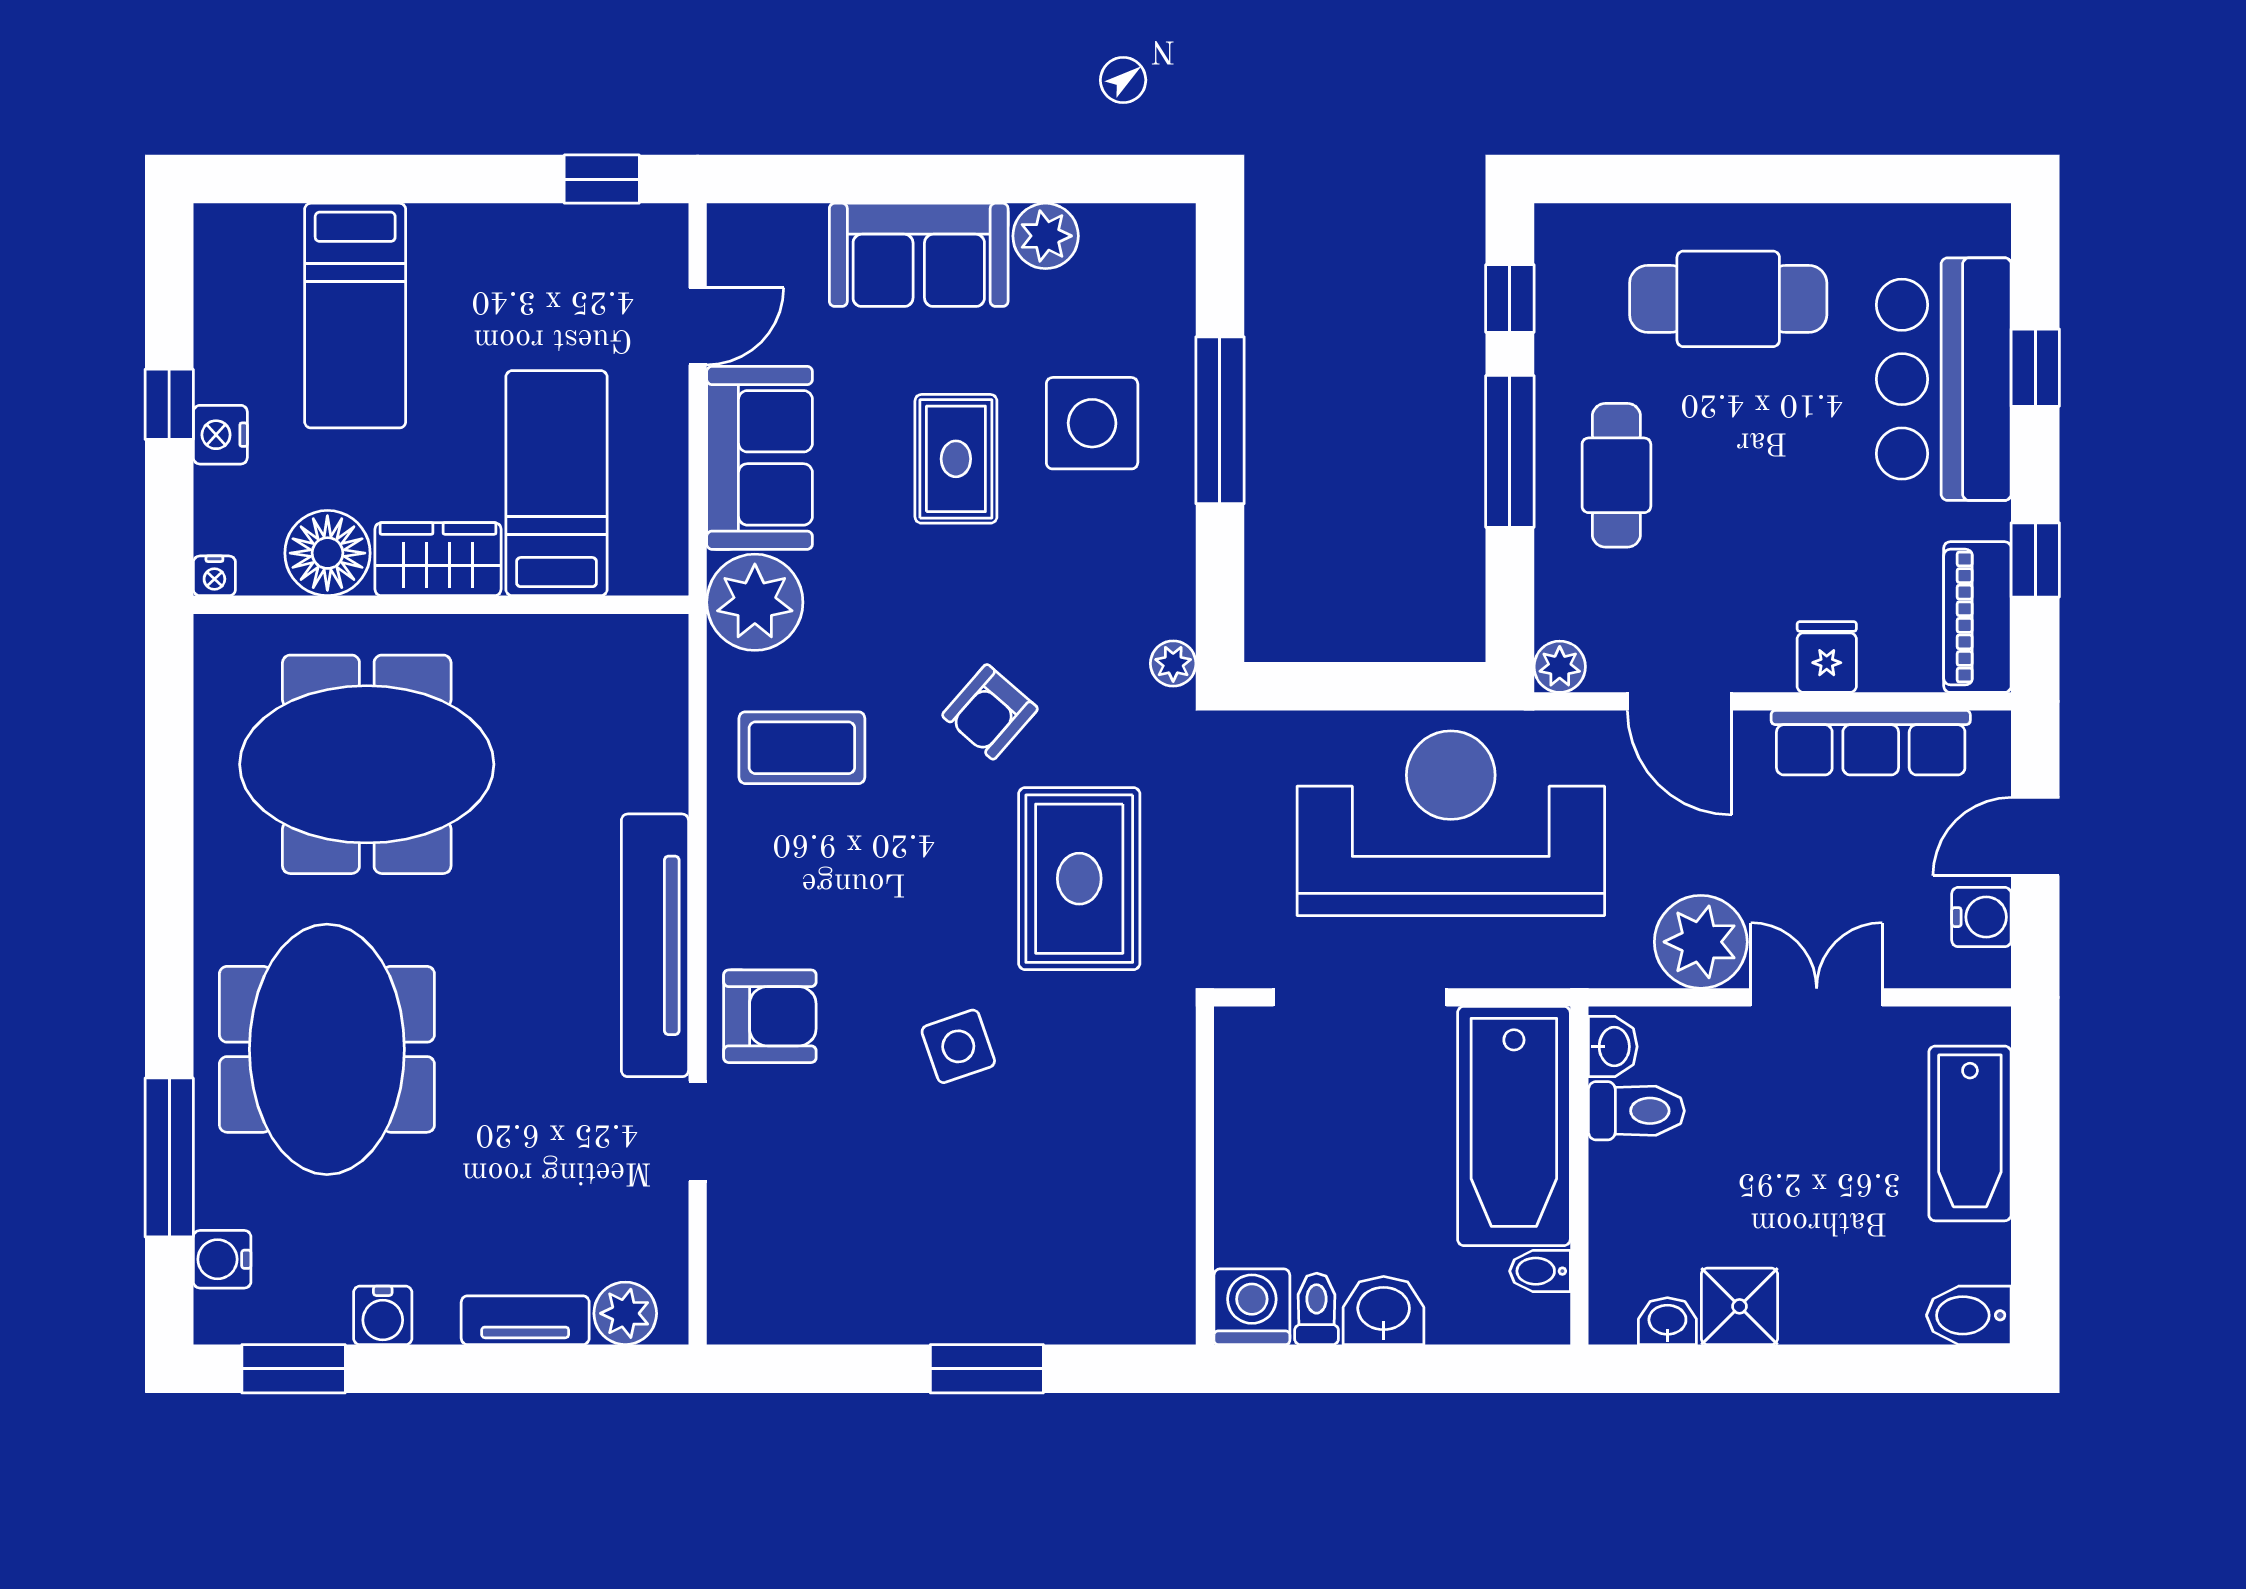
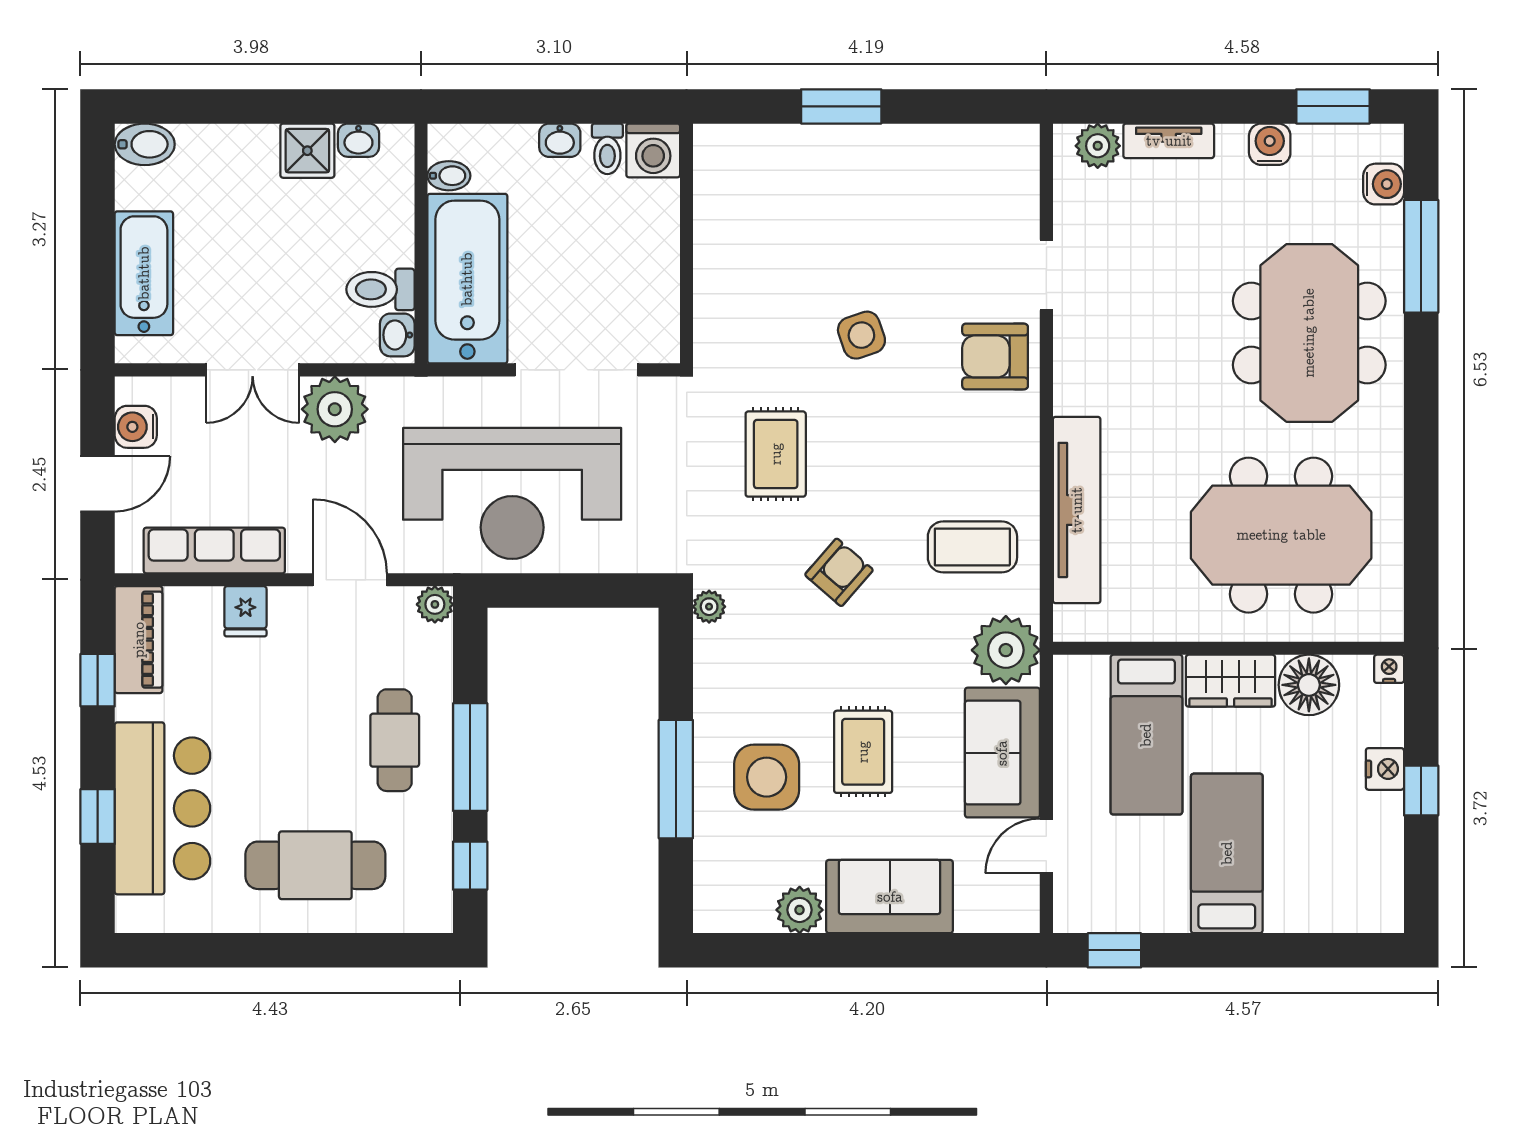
bed: (355, 316) -> (1227, 853), moved
rug: (1079, 879) -> (776, 454), width x0.73, depth x0.70
tv unit: (655, 945) -> (1077, 510), moved
washbasin: (1384, 1310) -> (560, 140), width x0.72, depth x0.69

